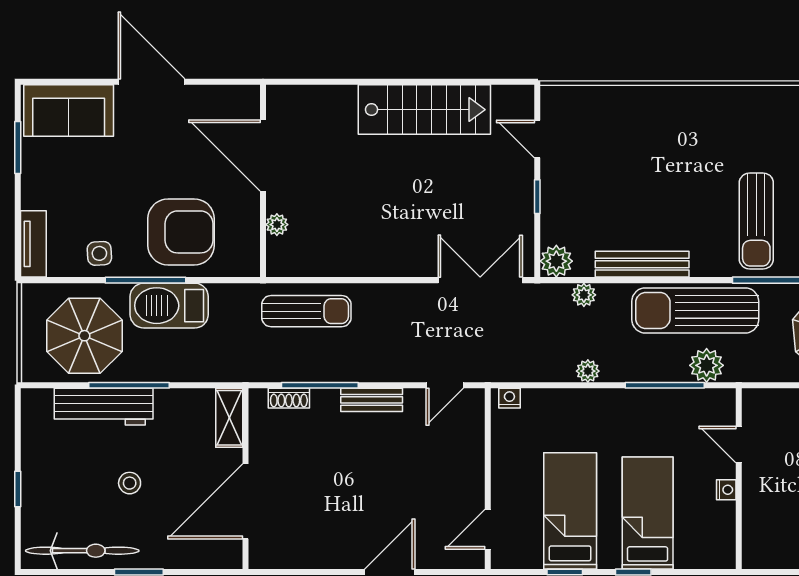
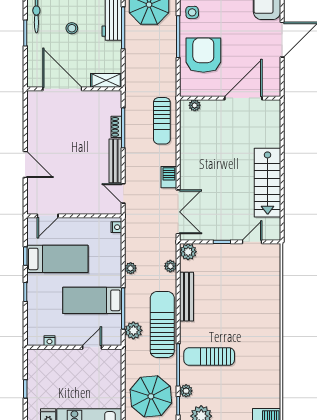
plant: (277, 225) -> (195, 105), moved
armchair: (181, 232) -> (203, 55), turned 180
barbecue: (169, 306) -> (169, 177), moved, width x0.53, depth x0.65
shoe rack: (289, 398) -> (116, 127), moved
bench: (372, 400) -> (115, 161), width x1.36
nightstand: (726, 490) -> (50, 341), moved
bed: (648, 513) -> (92, 300), moved, turned 180
door: (488, 529) -> (48, 216), swing flipped

